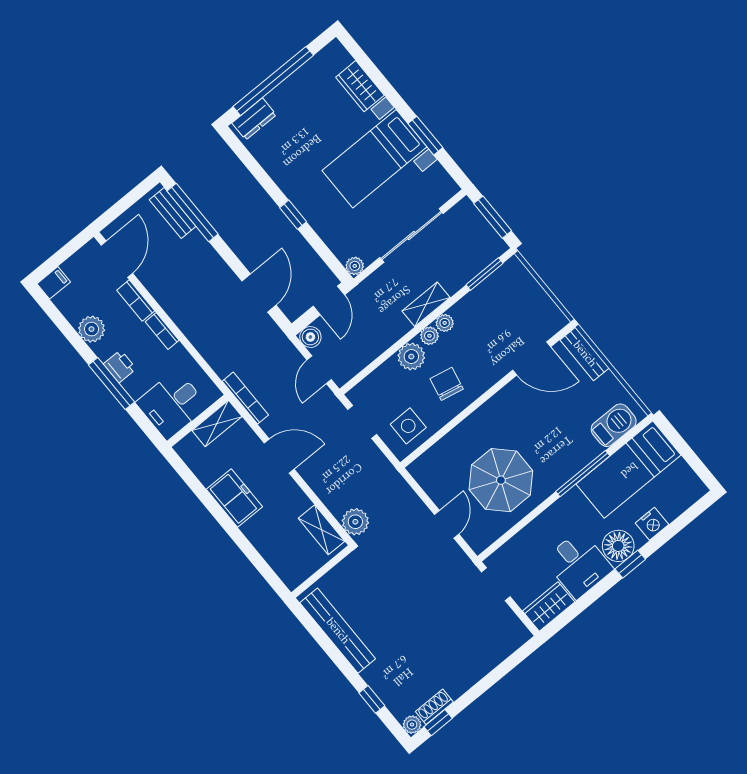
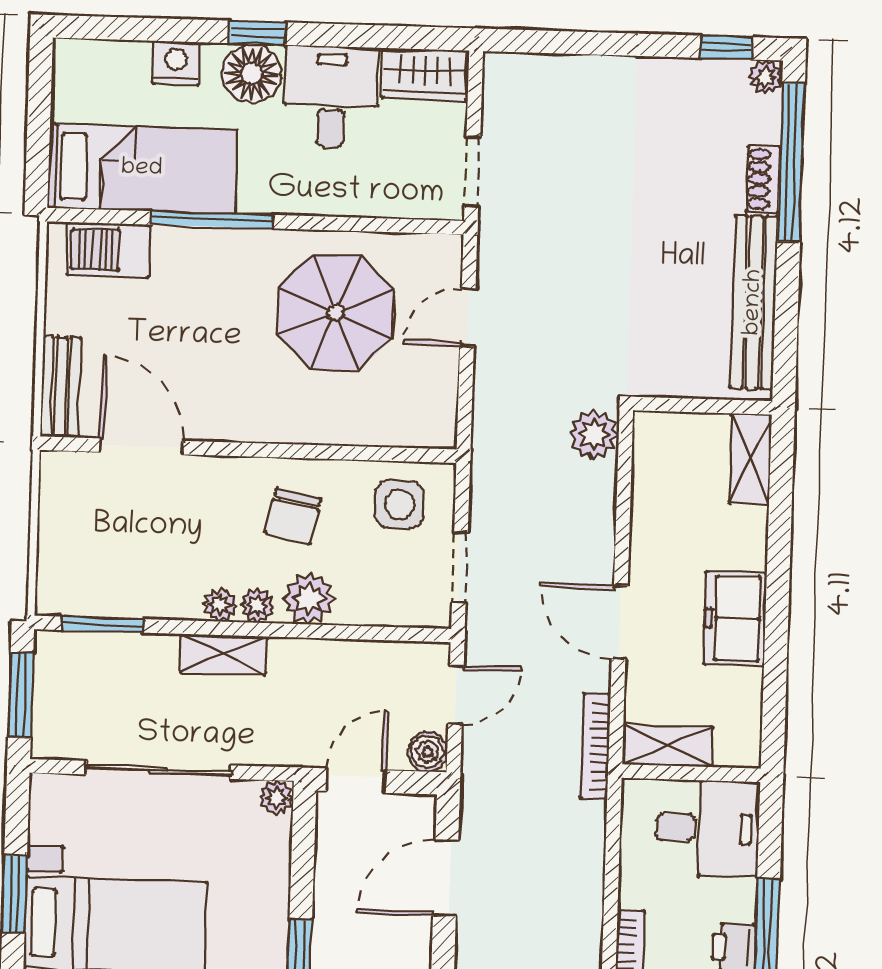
shelving: (321, 530) -> (750, 459), moved
window: (372, 699) -> (791, 163), width x3.17
shoe rack: (434, 707) -> (763, 179), moved, turned 90

